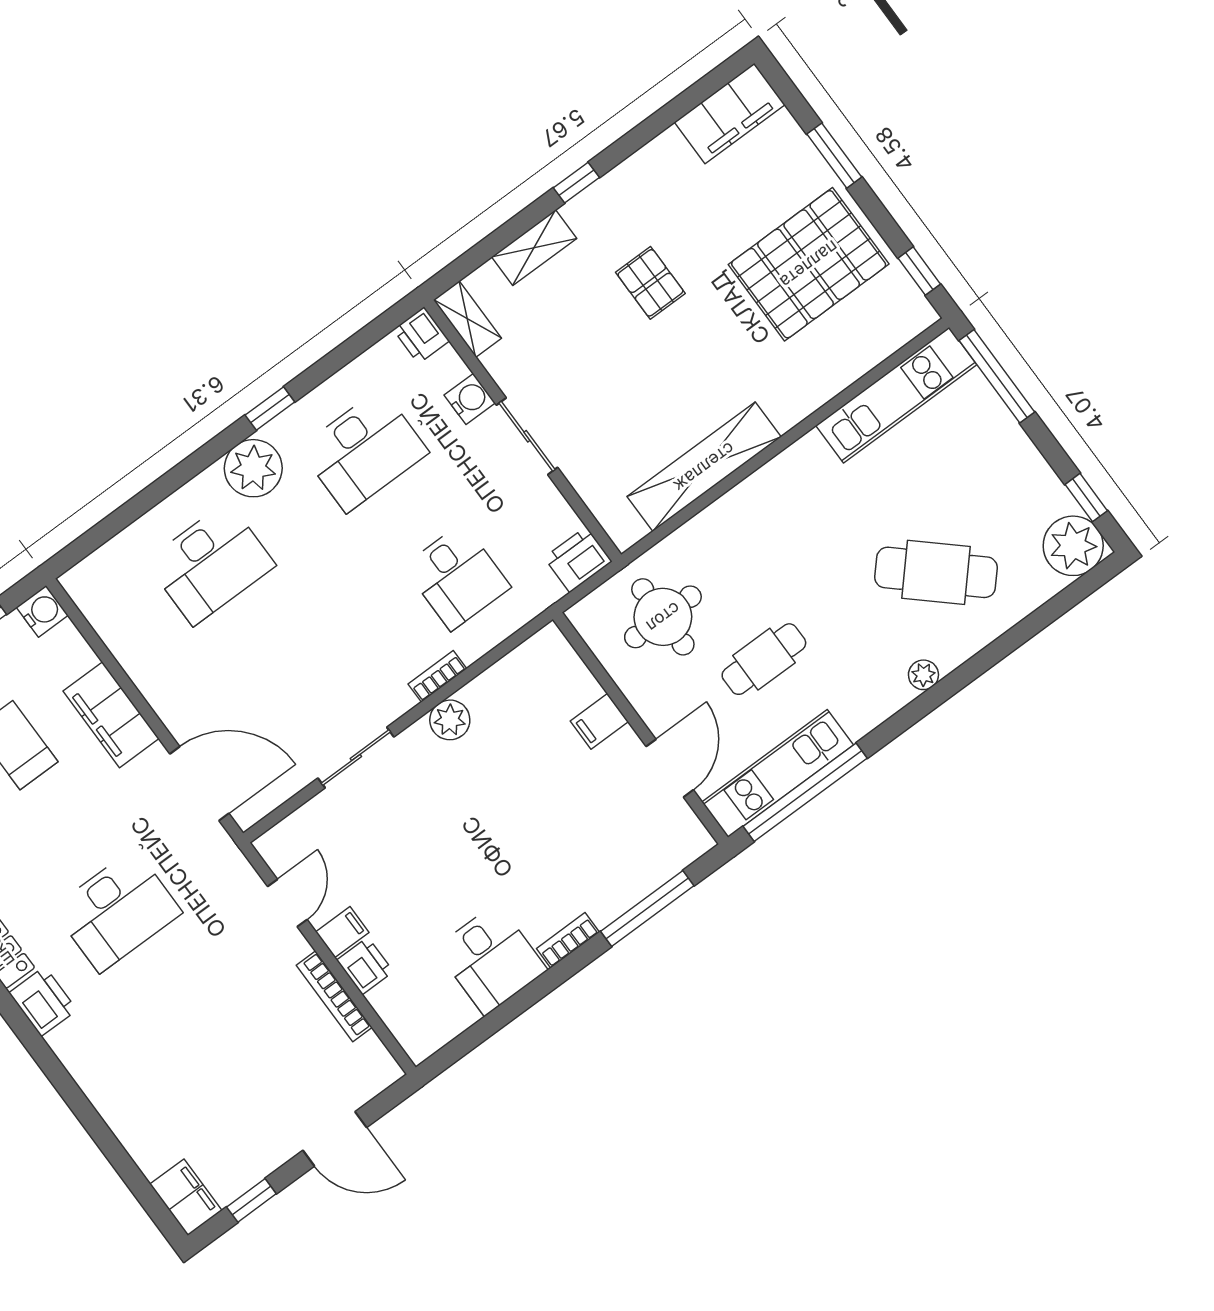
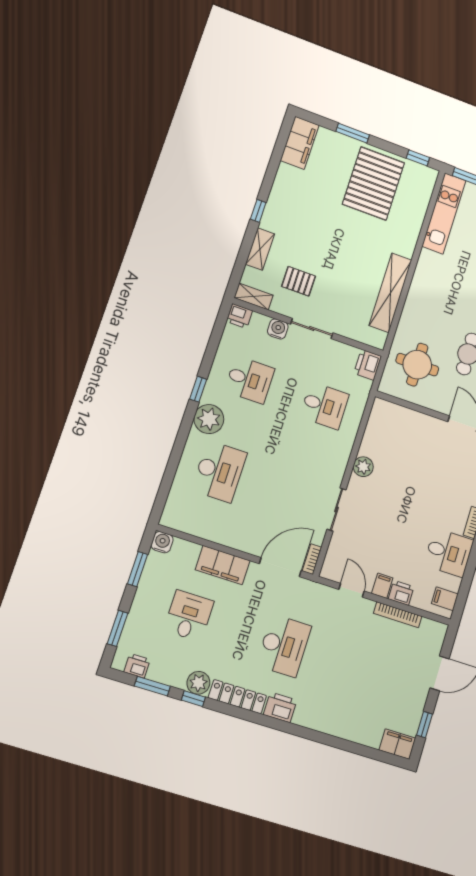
pallet: (650, 283) -> (298, 281), moved
desk: (364, 450) -> (250, 380), width x0.73
bookcase: (437, 676) -> (312, 559), moved
filing cabinet: (599, 721) -> (445, 599), moved, turned 90

